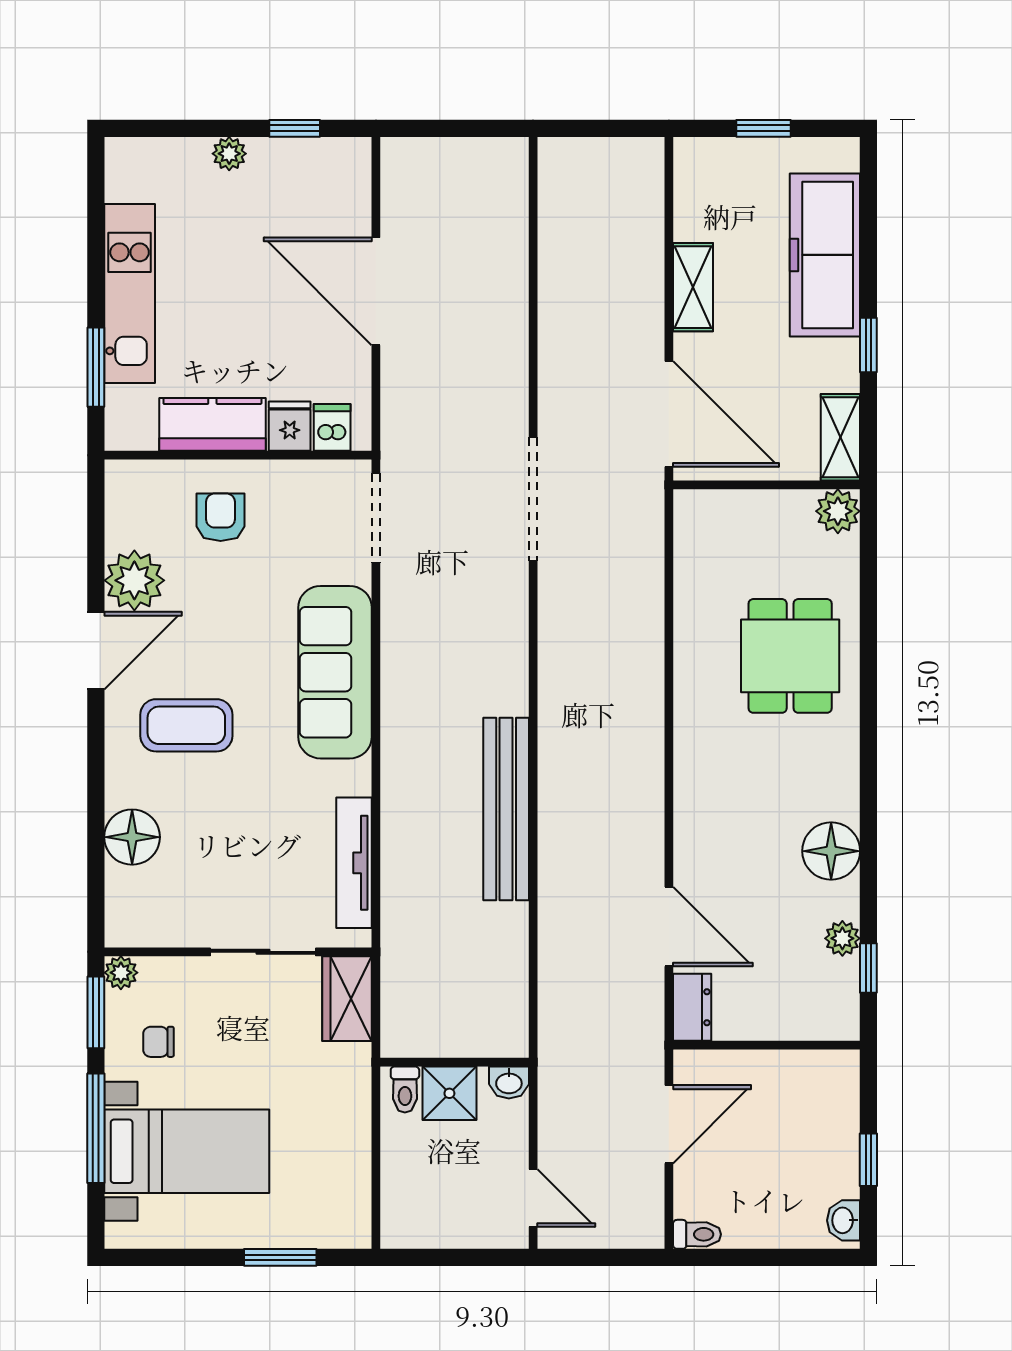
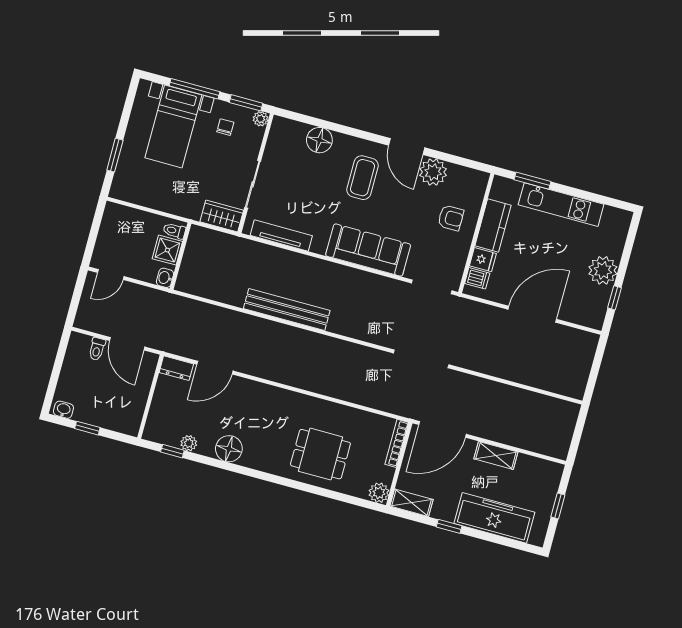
plant: (229, 154) -> (603, 270), width x1.88, depth x1.88
bookcase: (724, 502) -> (397, 443), added
toilet: (697, 1234) -> (97, 349), moved

